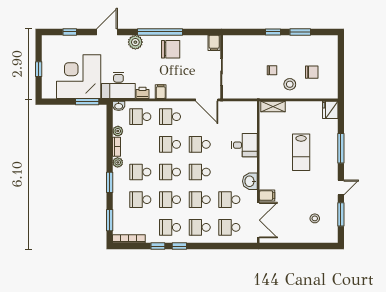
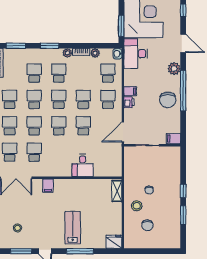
printer: (143, 93) -> (129, 102), moved
lab bench: (301, 152) -> (73, 228), moved, turned 90
washbasin: (250, 181) -> (51, 170), removed
filing cabinet: (267, 196) -> (48, 186), moved

